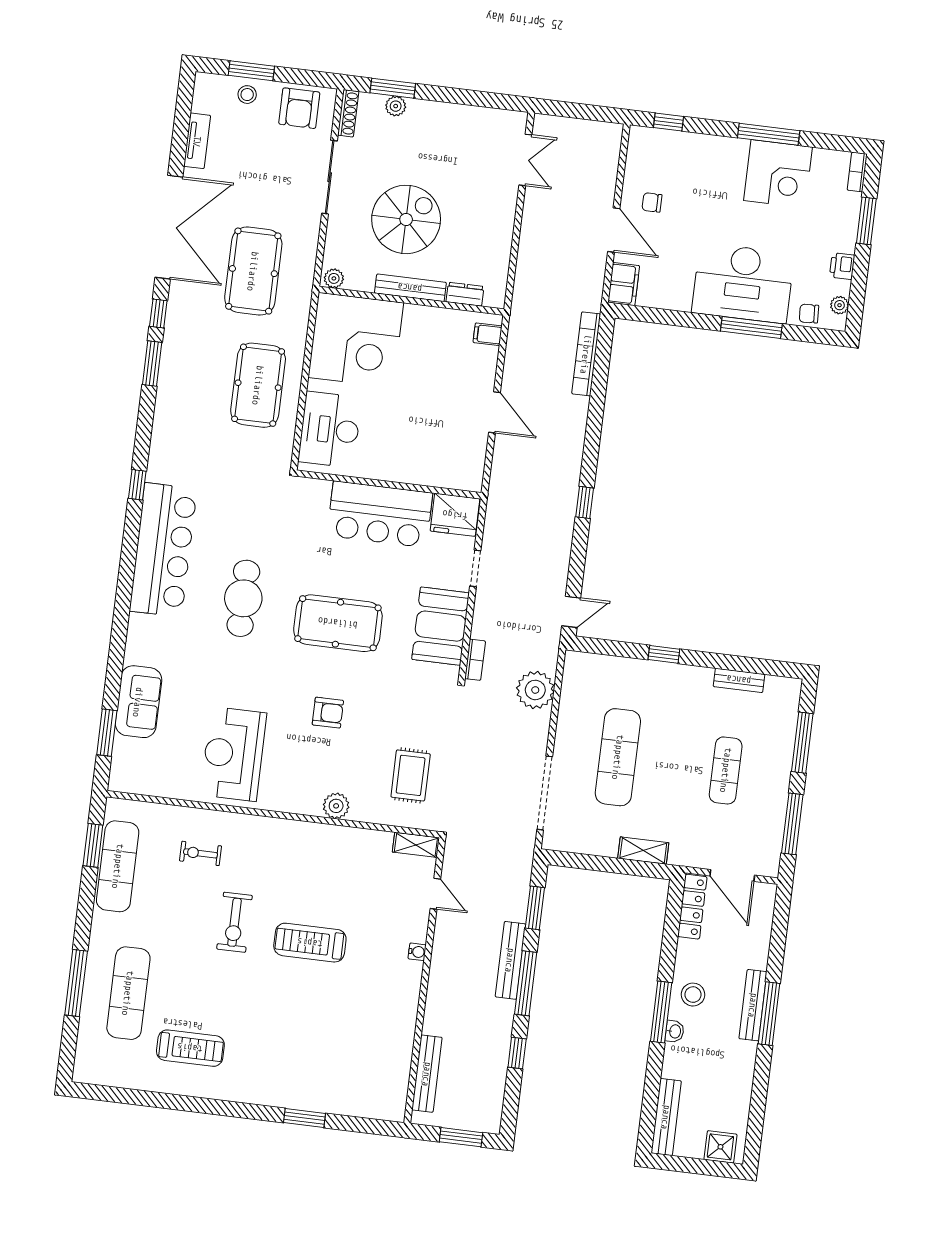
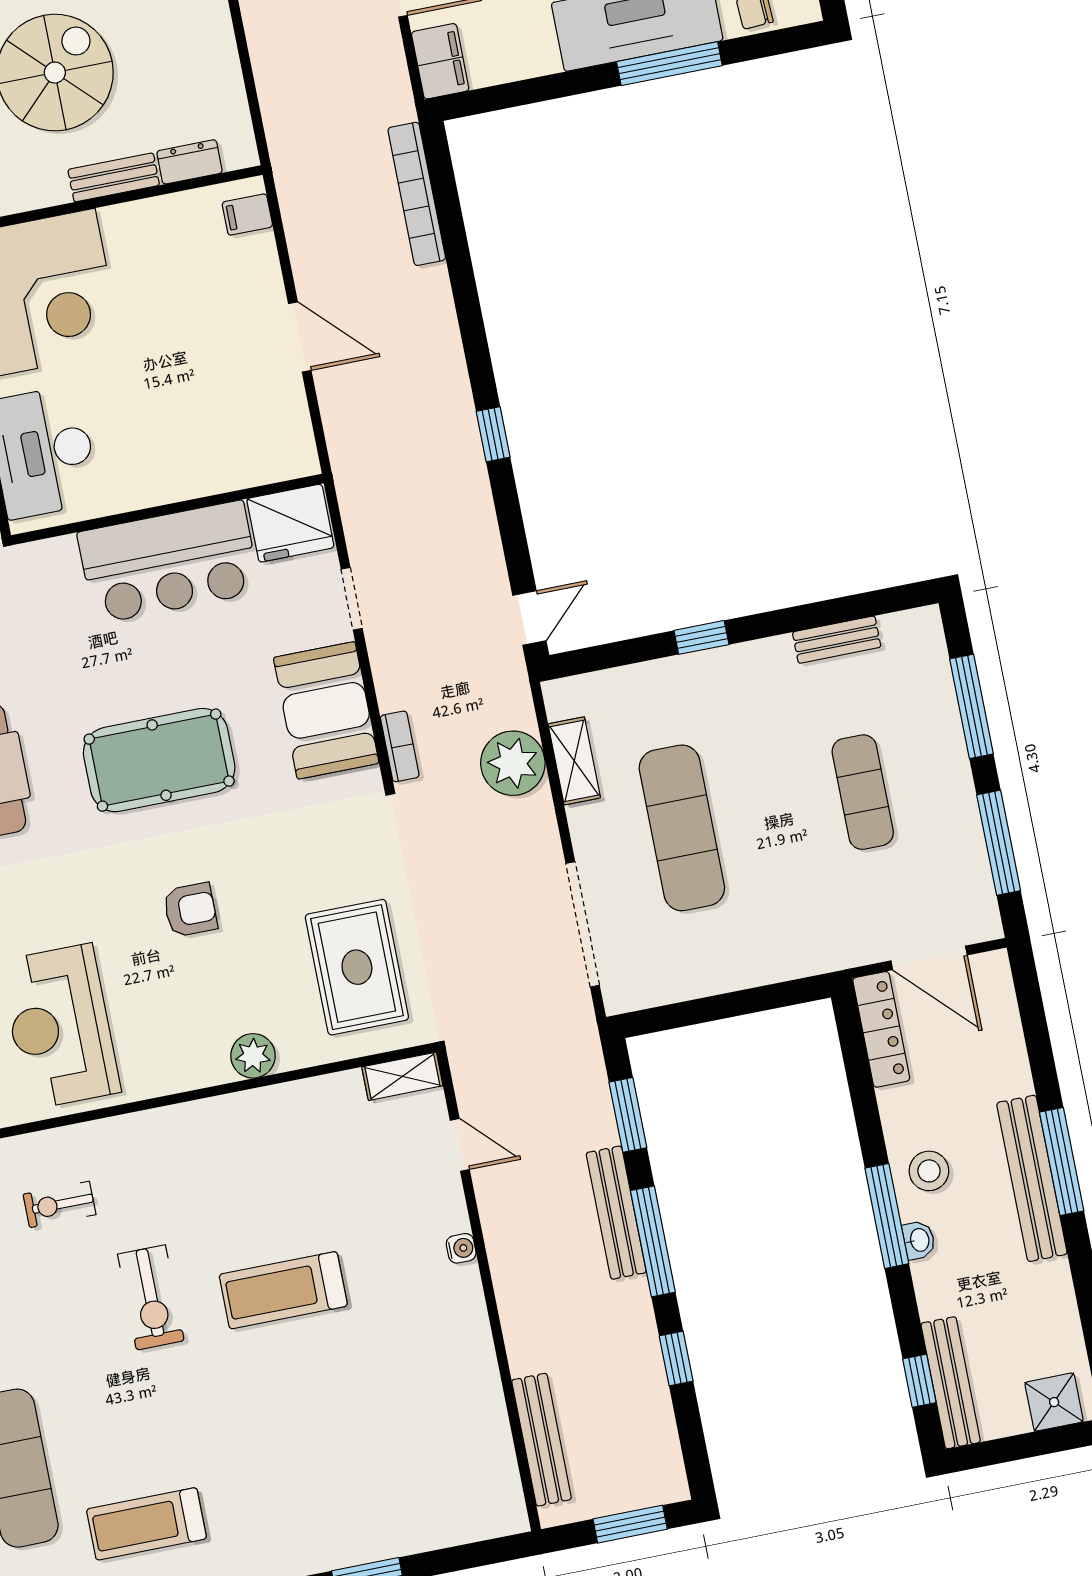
bench: (410, 288) -> (114, 177), width x0.73
rug: (411, 775) -> (357, 967), width x1.36, depth x1.43
shelving: (643, 851) -> (574, 761), moved, turned 90
bench: (753, 1005) -> (1032, 1178), width x1.37, depth x1.21
treadmill: (190, 1048) -> (146, 1524), turned 180
window: (649, 1110) -> (919, 1381), added

